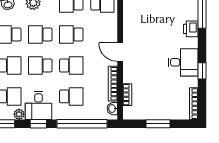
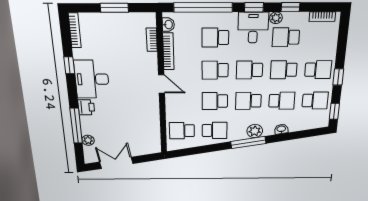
school desk: (40, 34) -> (248, 101), turned 180
school desk: (71, 34) -> (215, 101), turned 180
desk: (183, 62) -> (92, 79), width x1.37
school desk: (40, 65) -> (249, 70), turned 180

